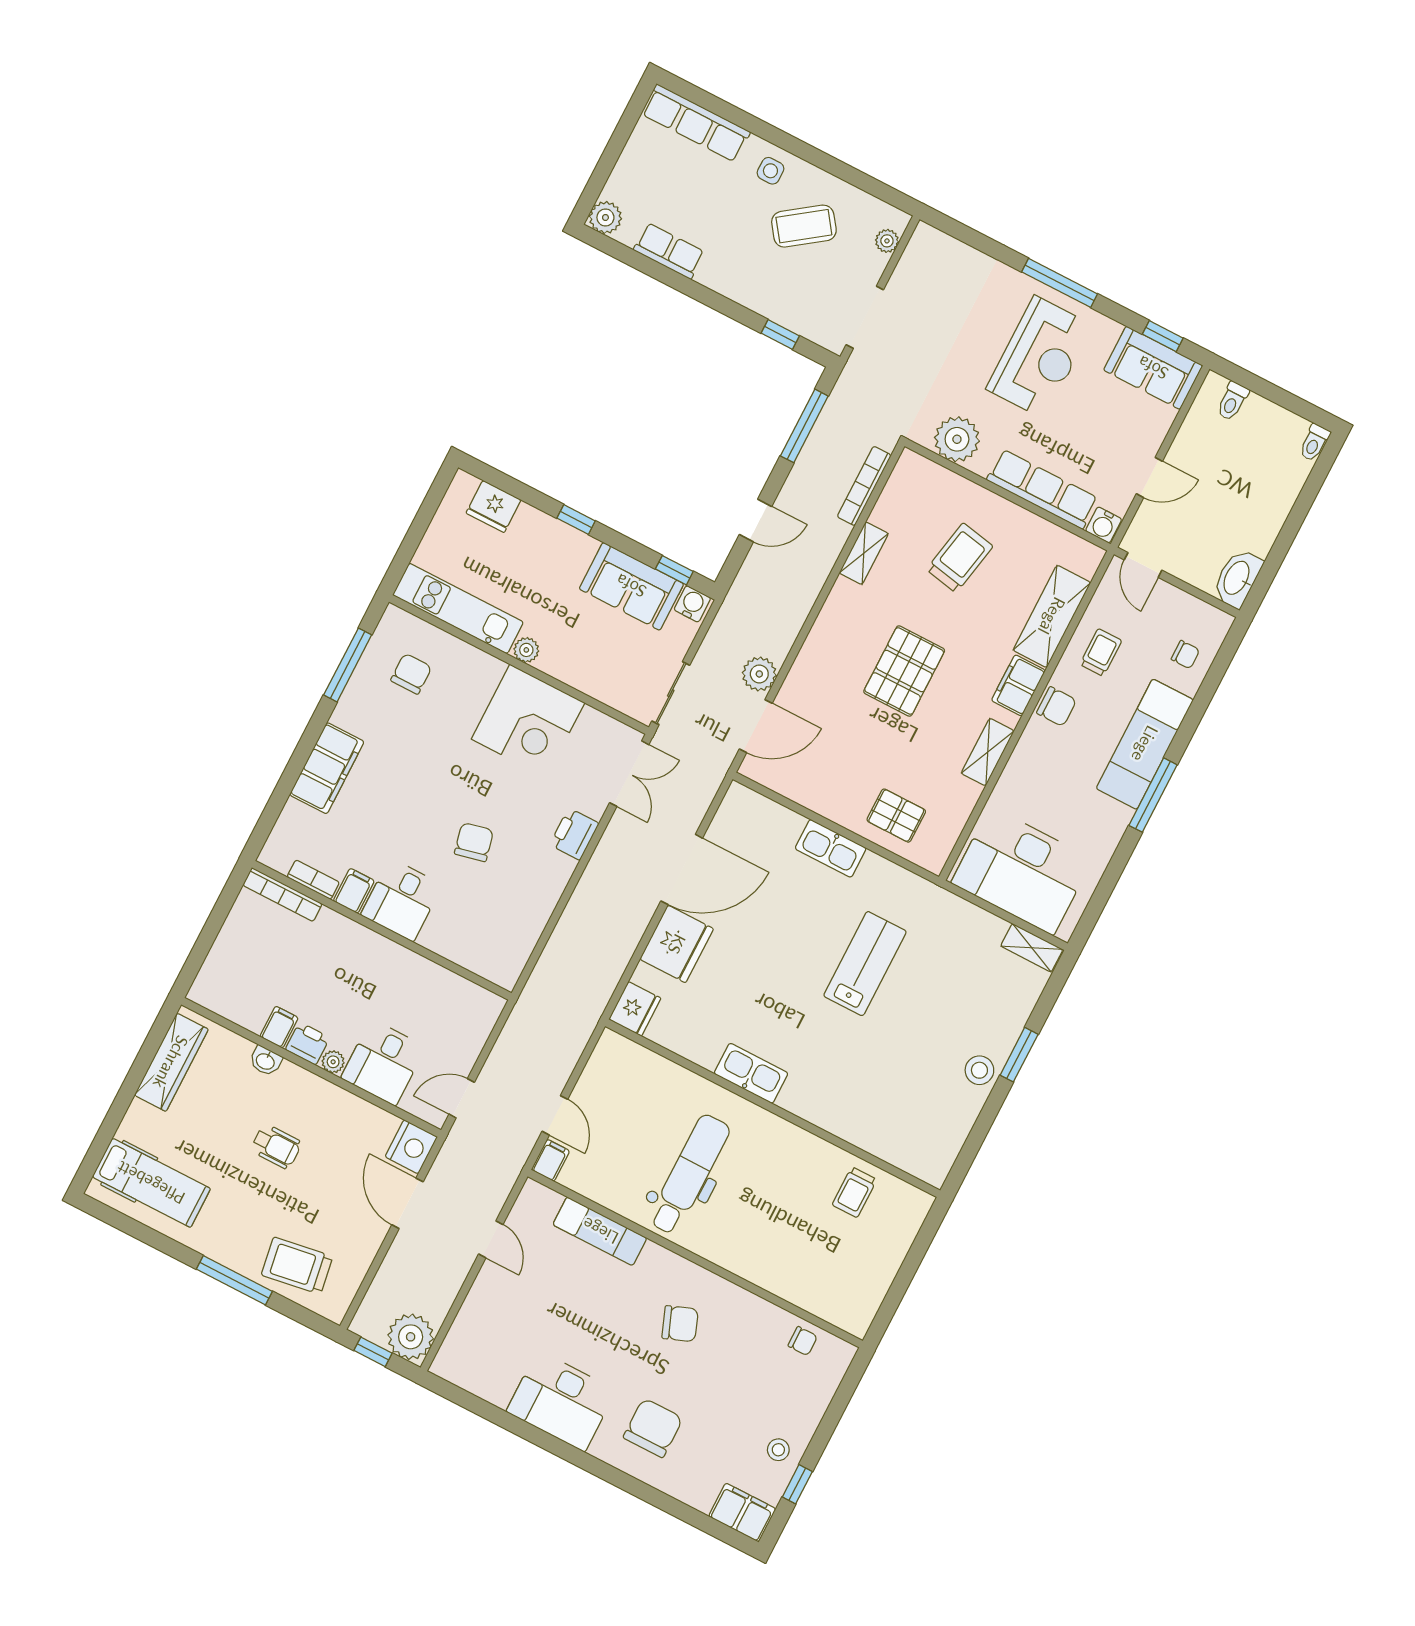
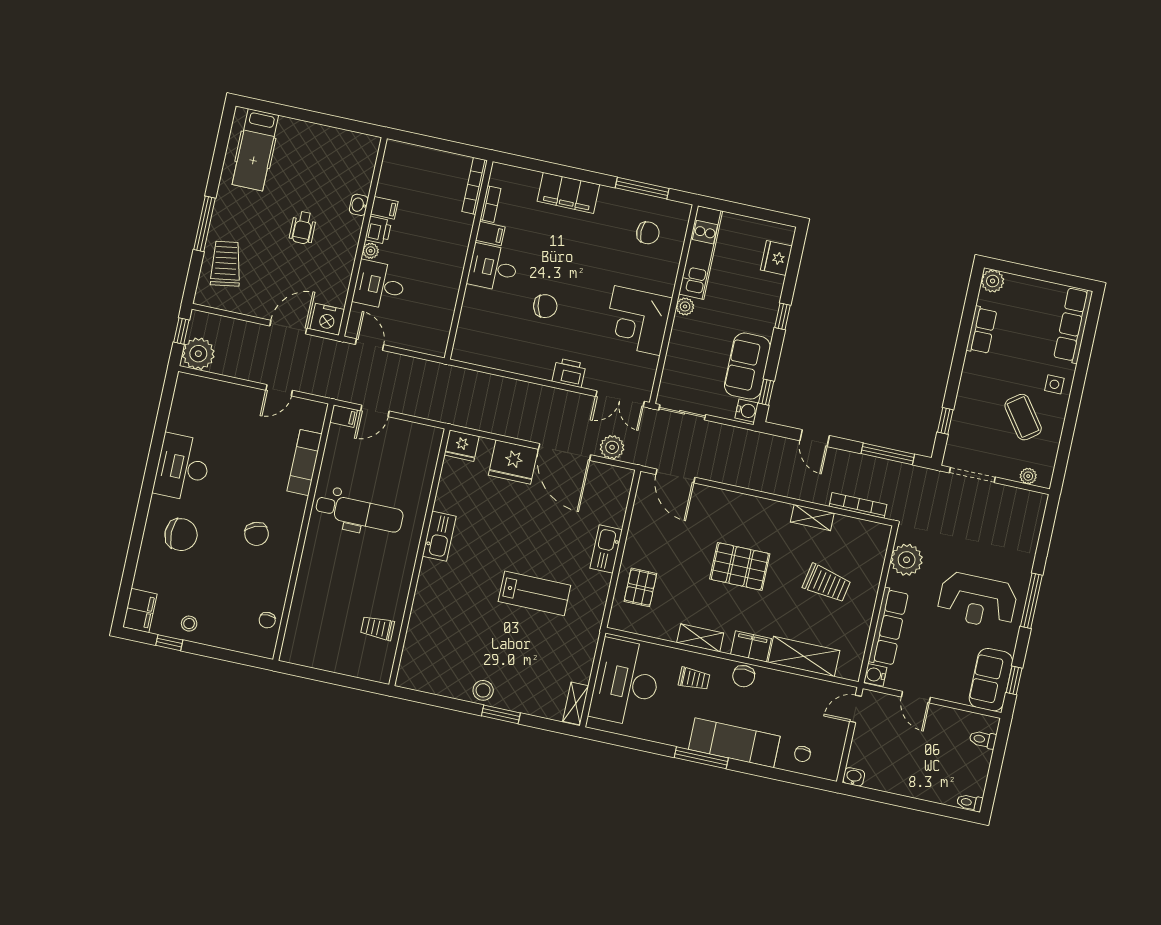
washbasin: (1237, 578) -> (854, 777), width x0.52, depth x0.69
trolley: (1101, 653) -> (694, 679), moved
plant: (759, 674) -> (612, 447), moved
wardrobe: (171, 1062) -> (341, 141), removed

